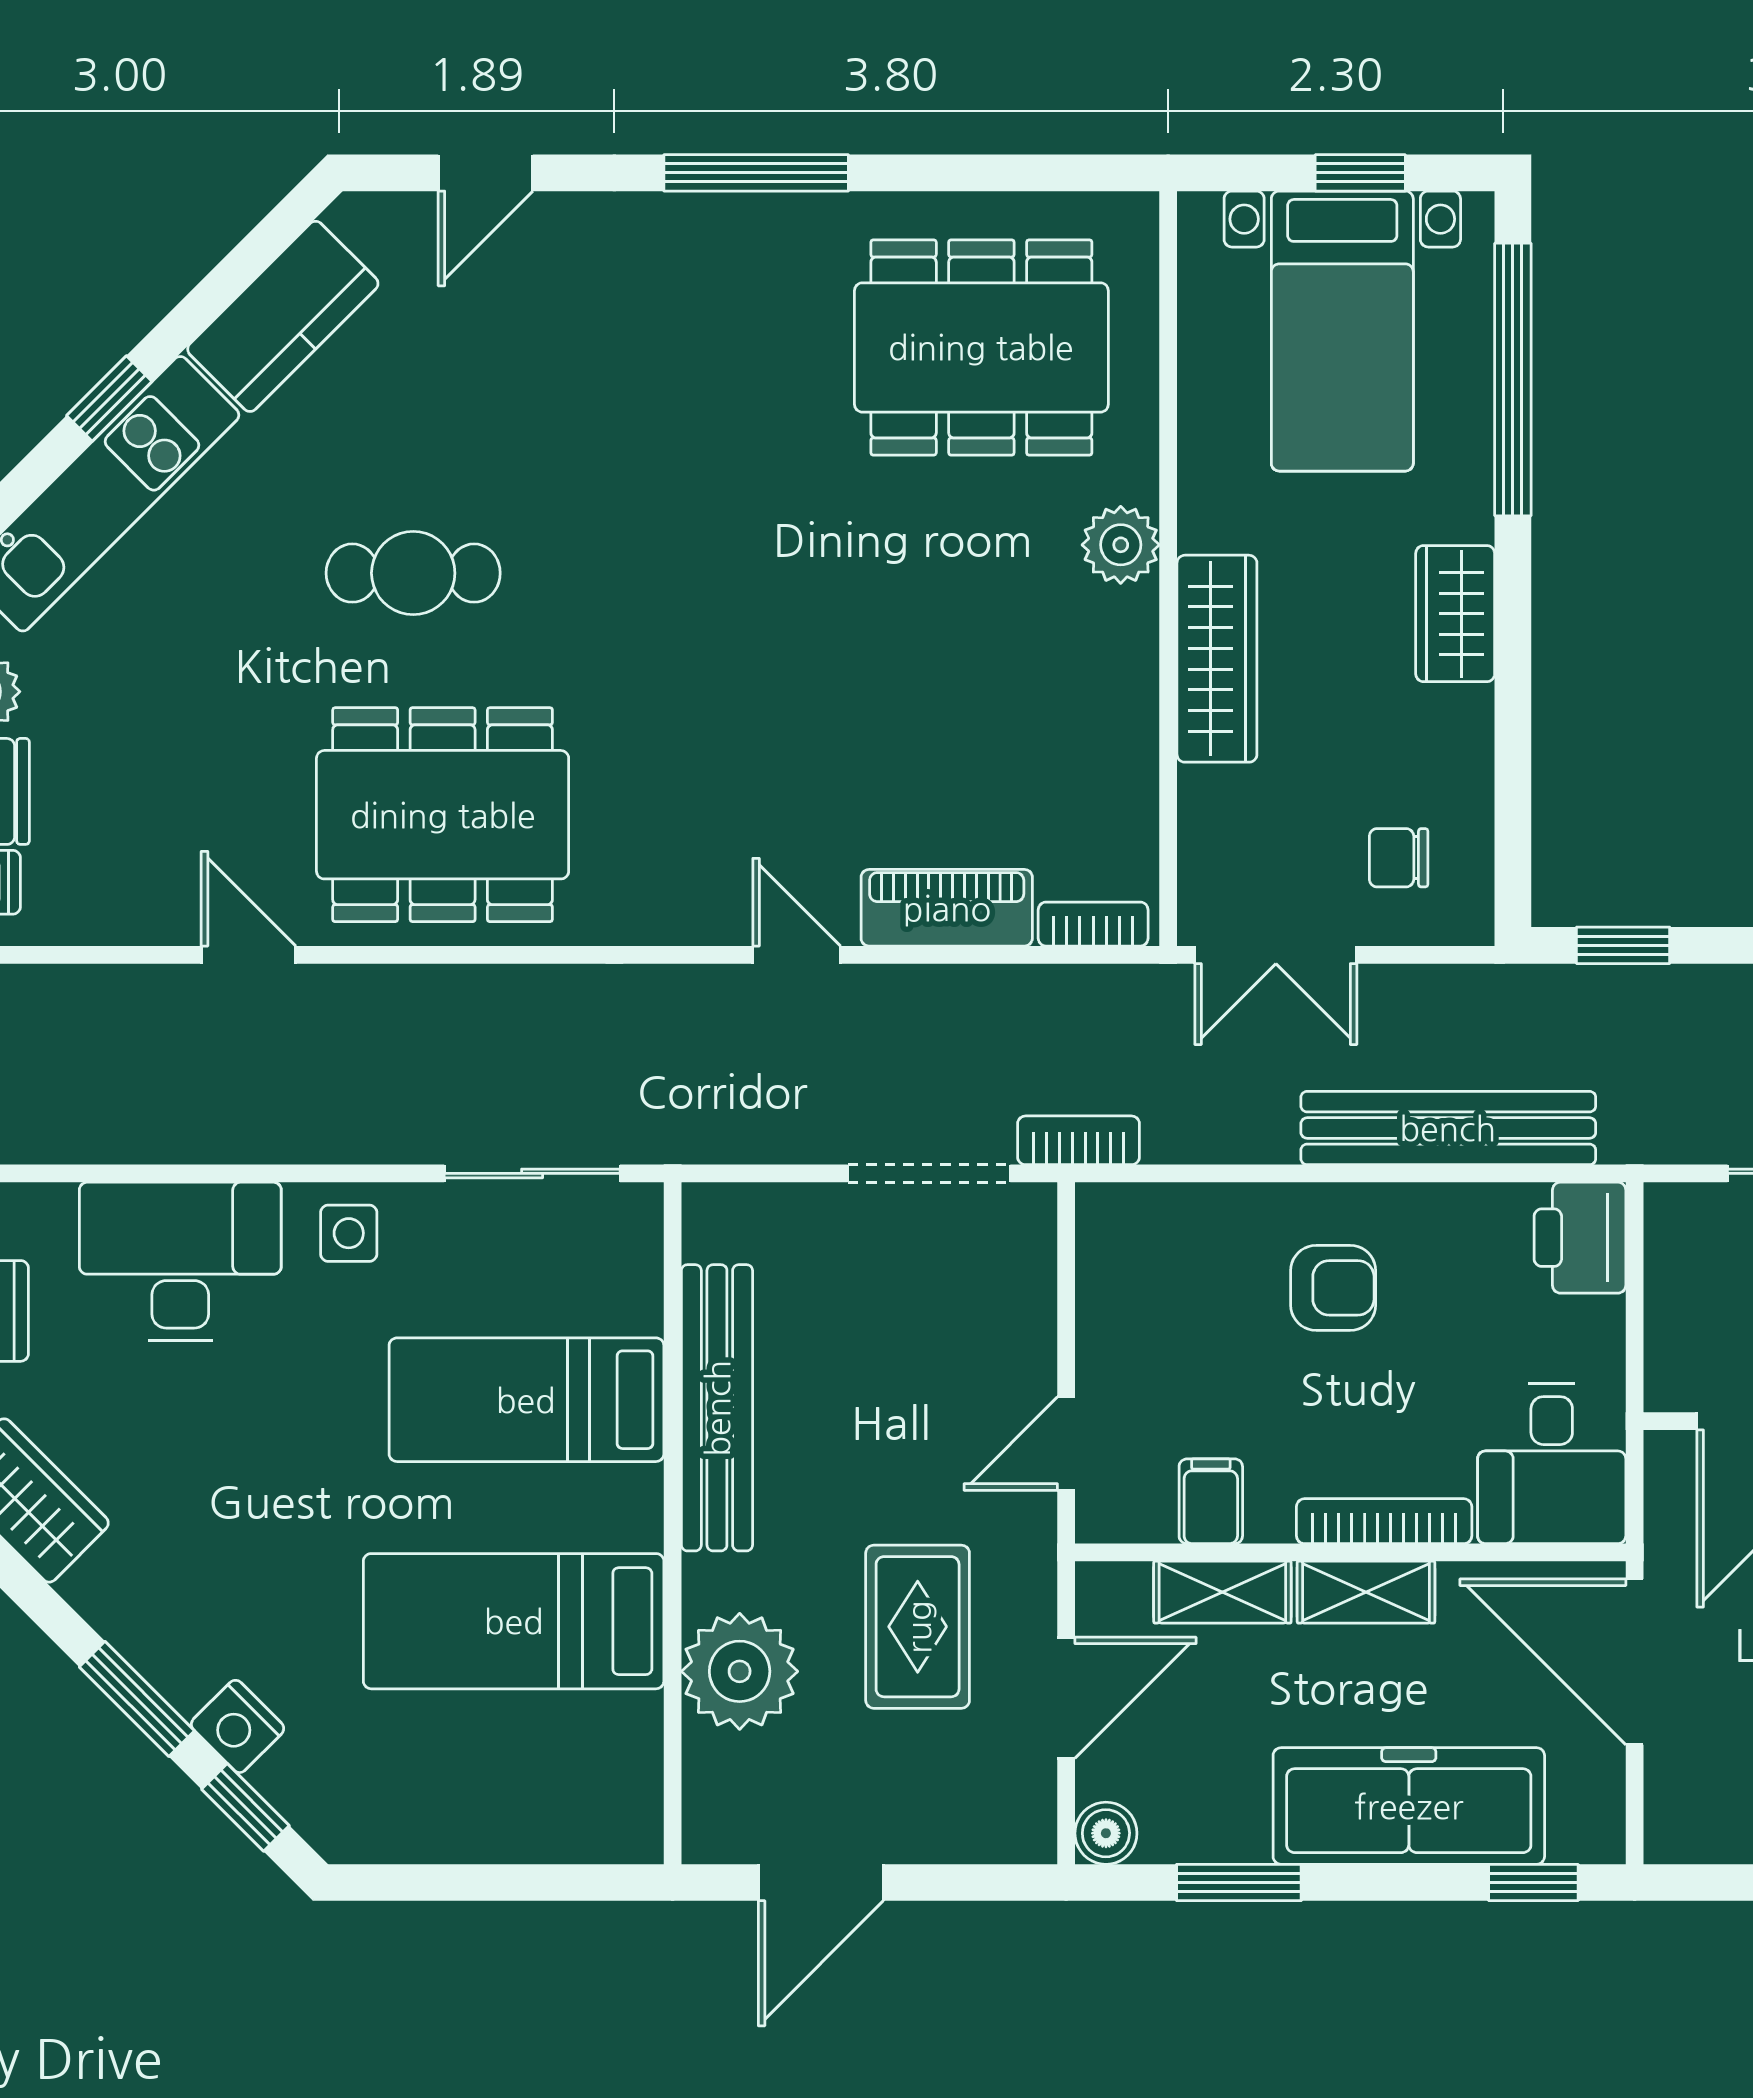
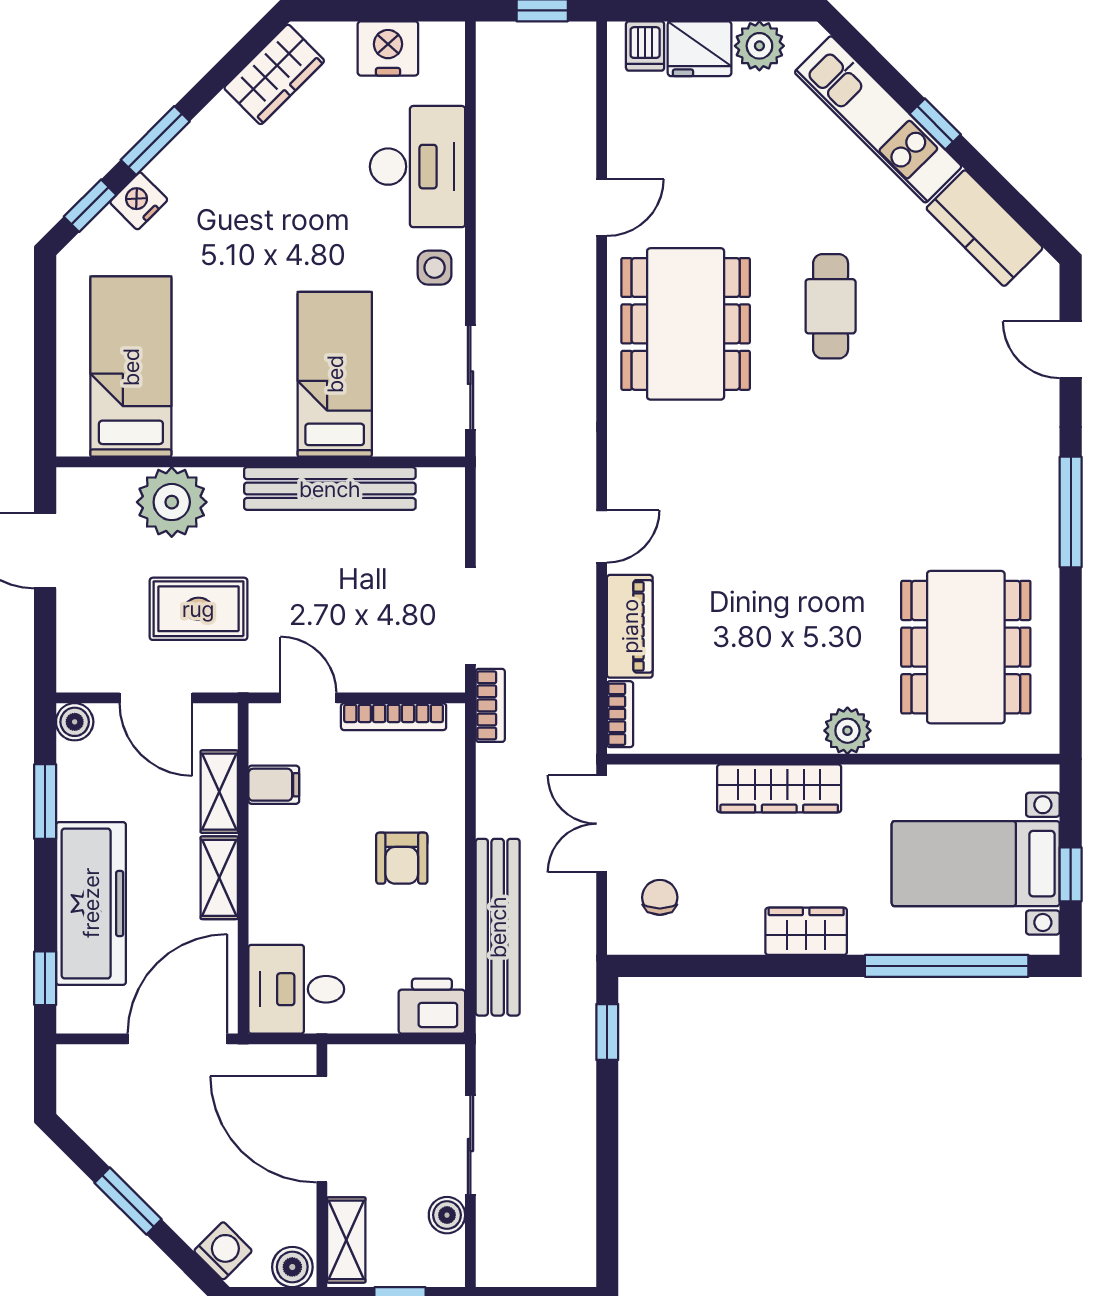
bookcase: (1384, 1521) -> (394, 717), moved, turned 90
bed: (514, 1621) -> (131, 367), moved

